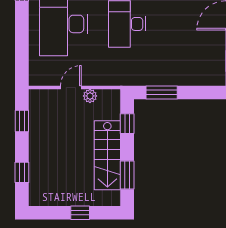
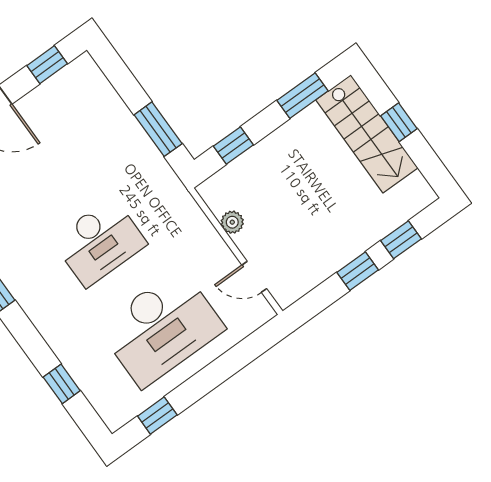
door: (71, 87) -> (254, 277), moved
window: (22, 121) -> (358, 271), moved
stairs: (107, 155) -> (367, 134), moved, turned 90

